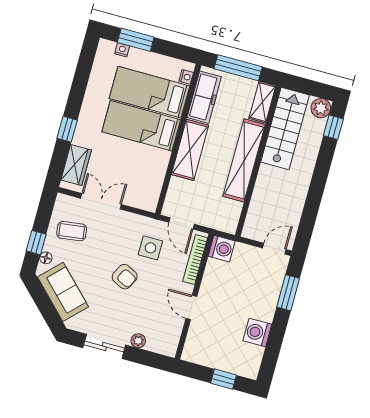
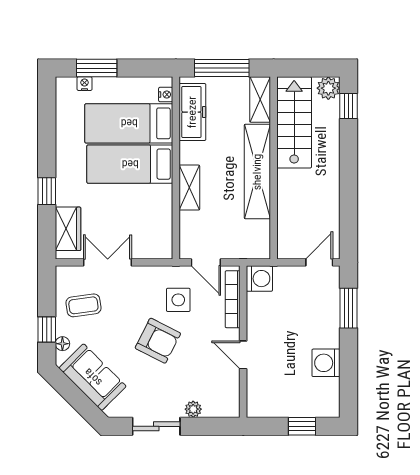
shelving: (190, 150) -> (189, 188), width x0.67, depth x0.75
armchair: (125, 277) -> (158, 341), width x1.38, depth x1.38

